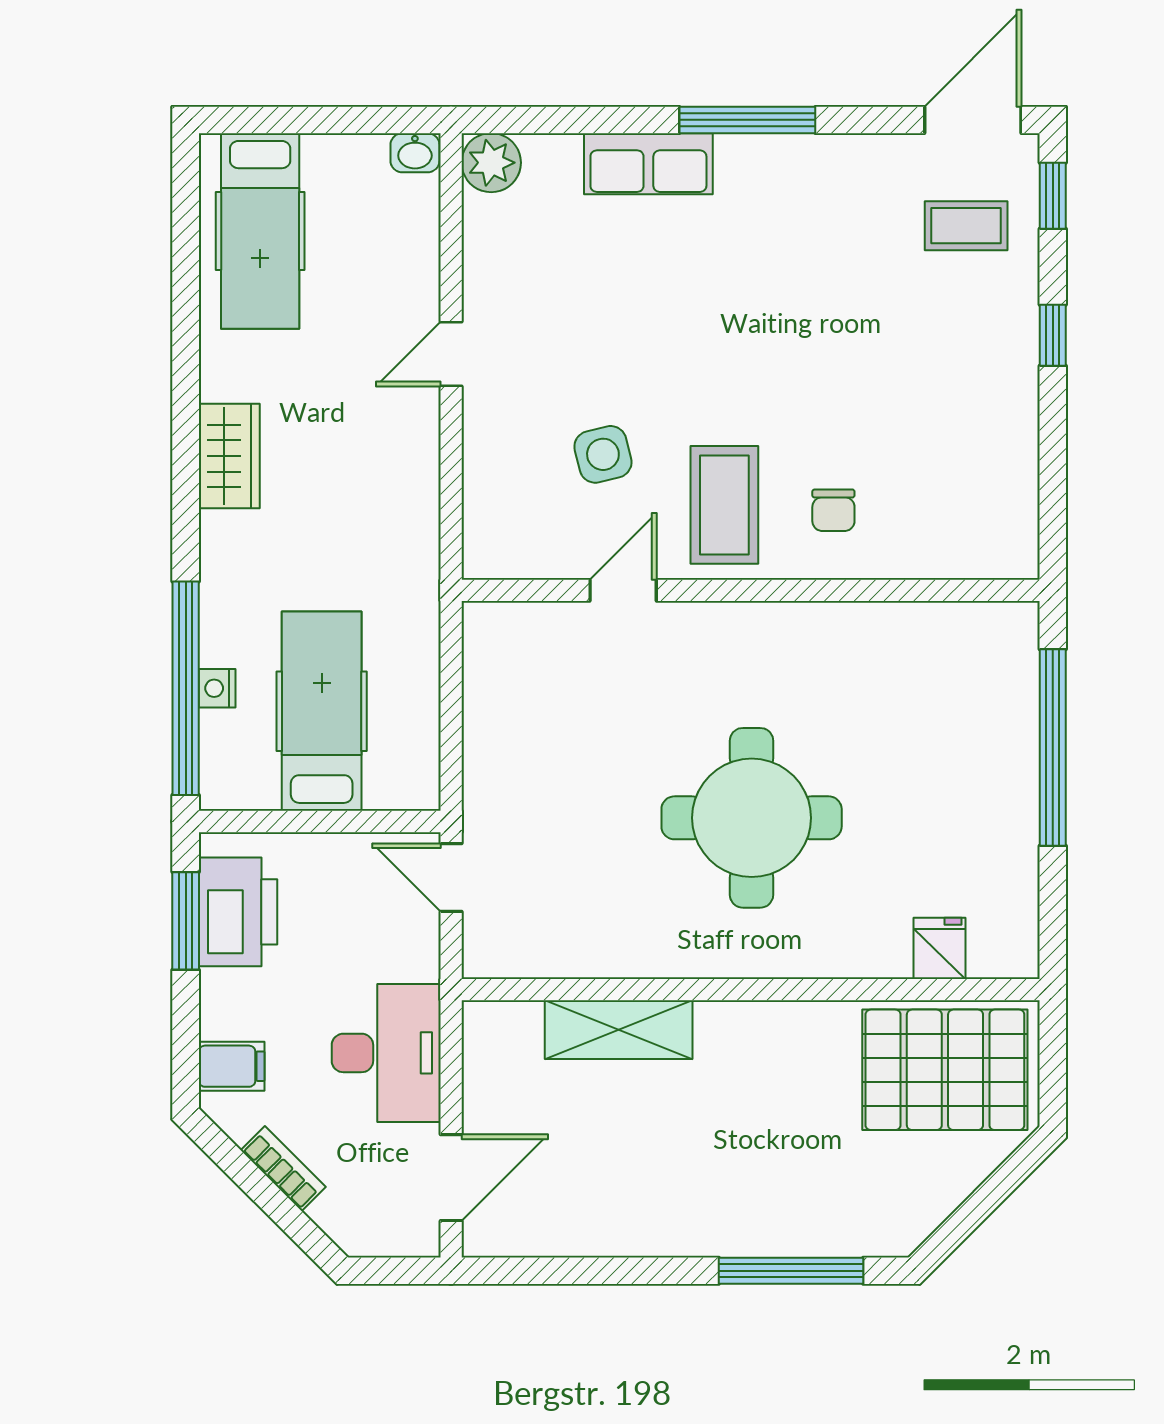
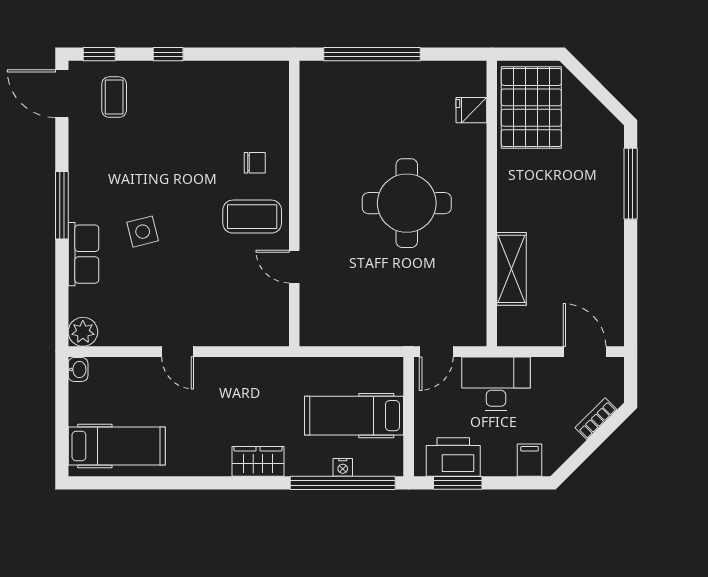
side table: (603, 454) -> (143, 232), moved
wardrobe: (229, 456) -> (258, 461), moved
desk: (386, 1053) -> (496, 384), moved
bookcase: (283, 1169) -> (596, 419), moved

